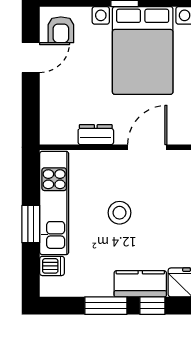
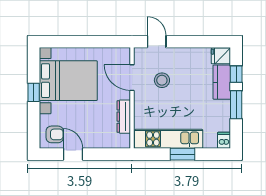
dresser: (96, 135) -> (124, 117), width x1.44
stool: (119, 213) -> (162, 80), moved
dishwasher: (52, 266) -> (224, 140), moved

